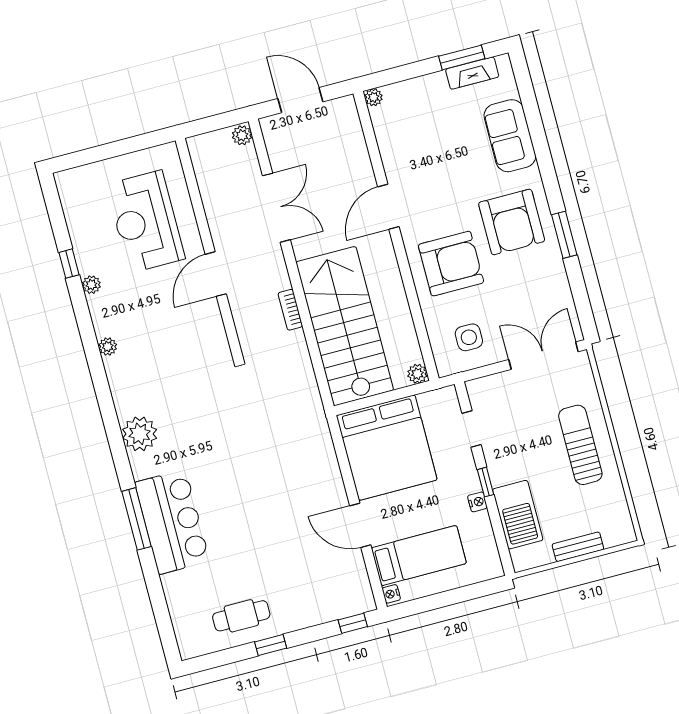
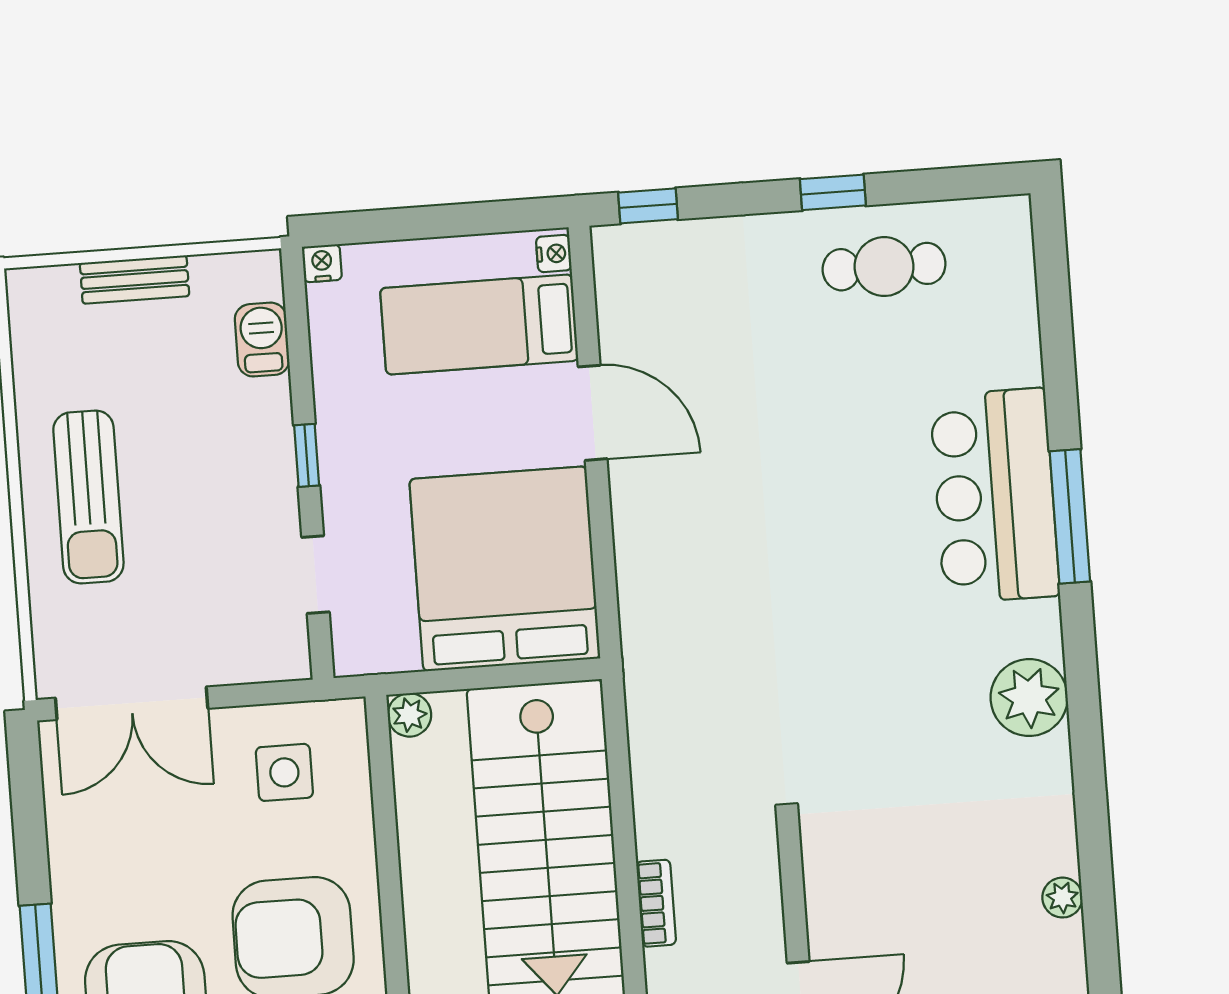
nightstand: (477, 502) -> (322, 263), moved, turned 90
barbecue: (518, 515) -> (262, 340), width x0.53, depth x0.65

